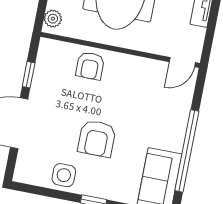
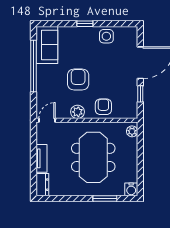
plant: (132, 66) -> (77, 112), added
armchair: (97, 139) -> (78, 79), moved

